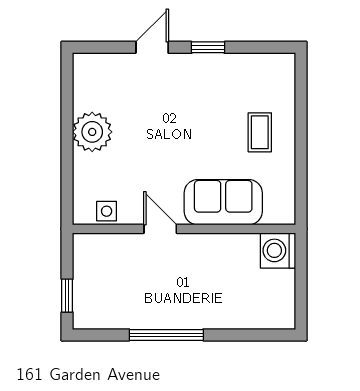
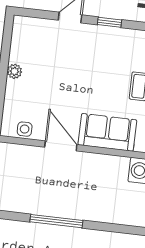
plant: (92, 132) -> (14, 71), width x0.53, depth x0.53
door: (160, 229) -> (61, 146), width x1.38

